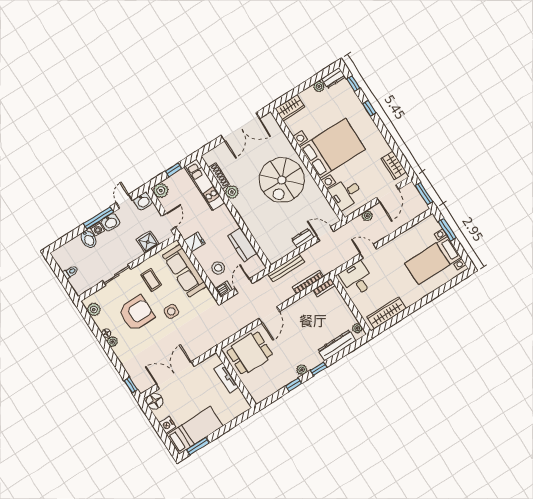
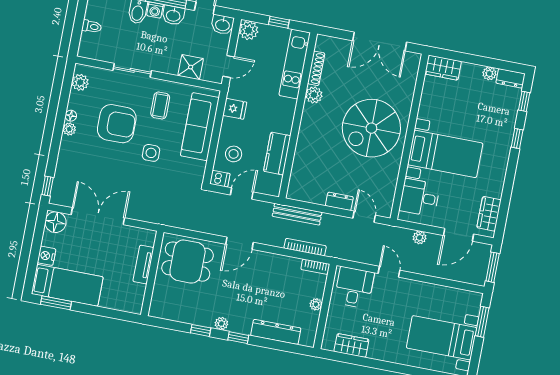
bed with nightstands: (333, 148) -> (445, 154), width x0.73
wardrobe: (386, 313) -> (351, 345), width x0.67
plant: (357, 328) -> (316, 304), moved

